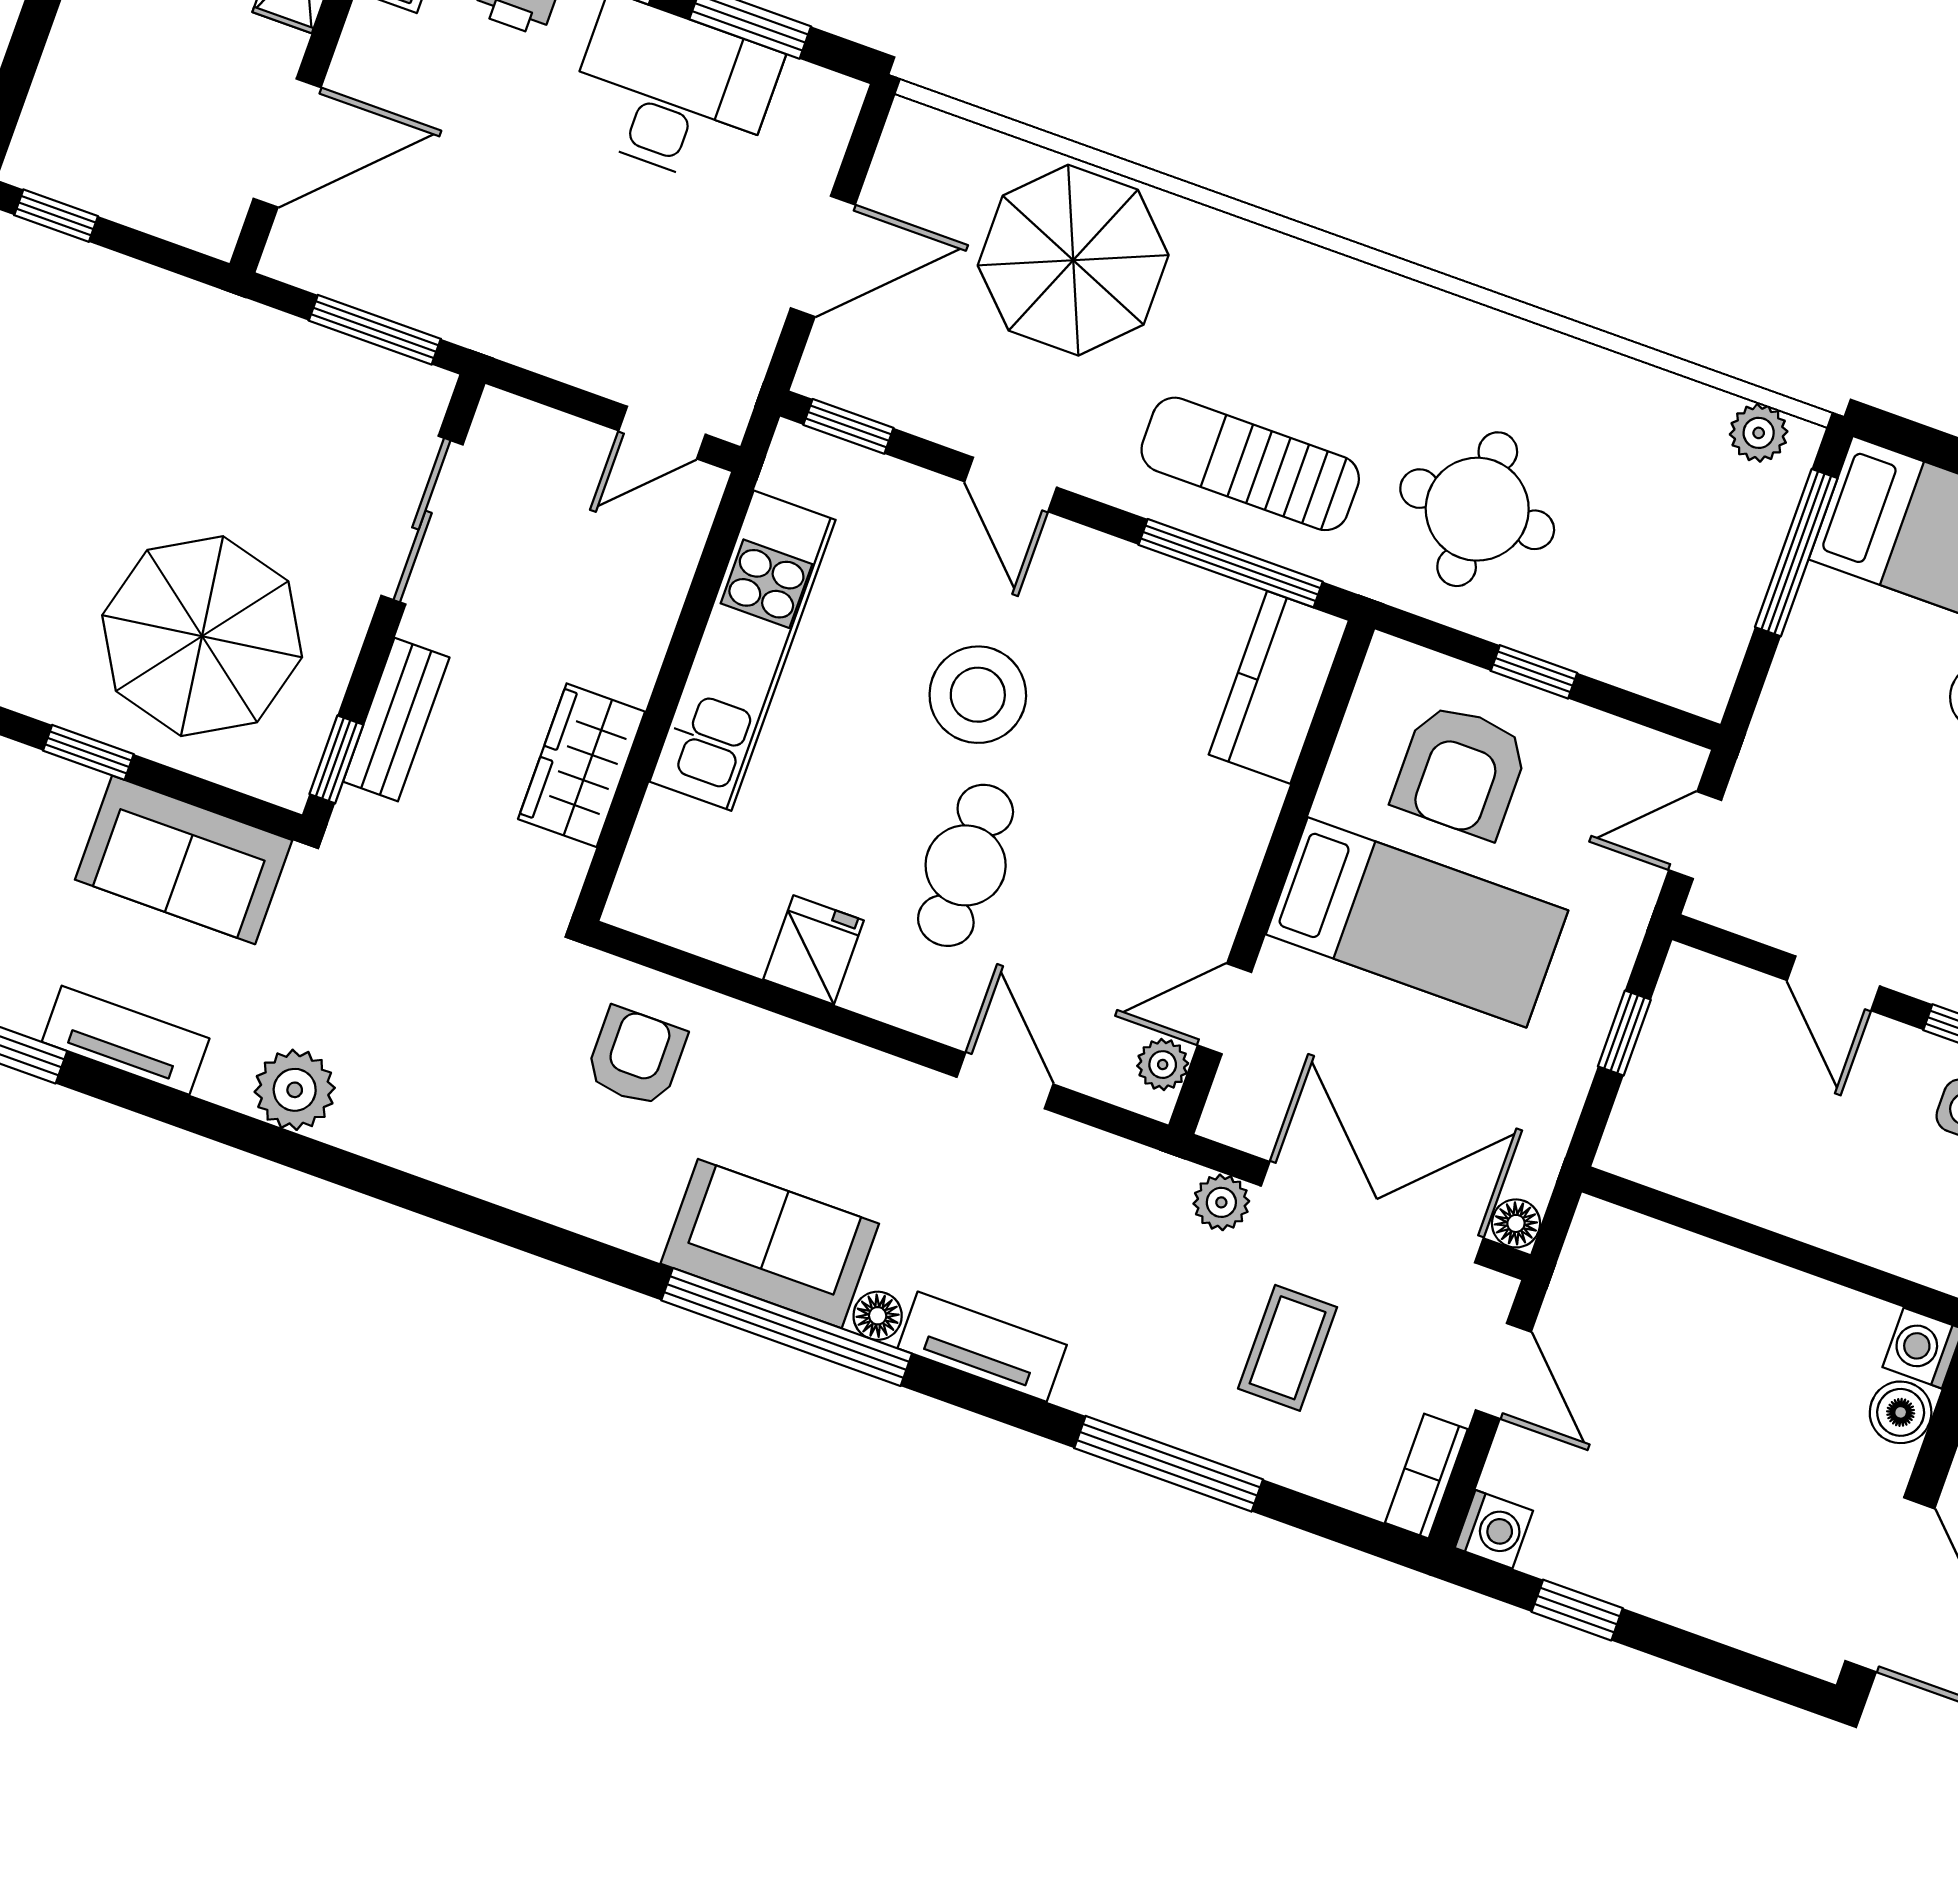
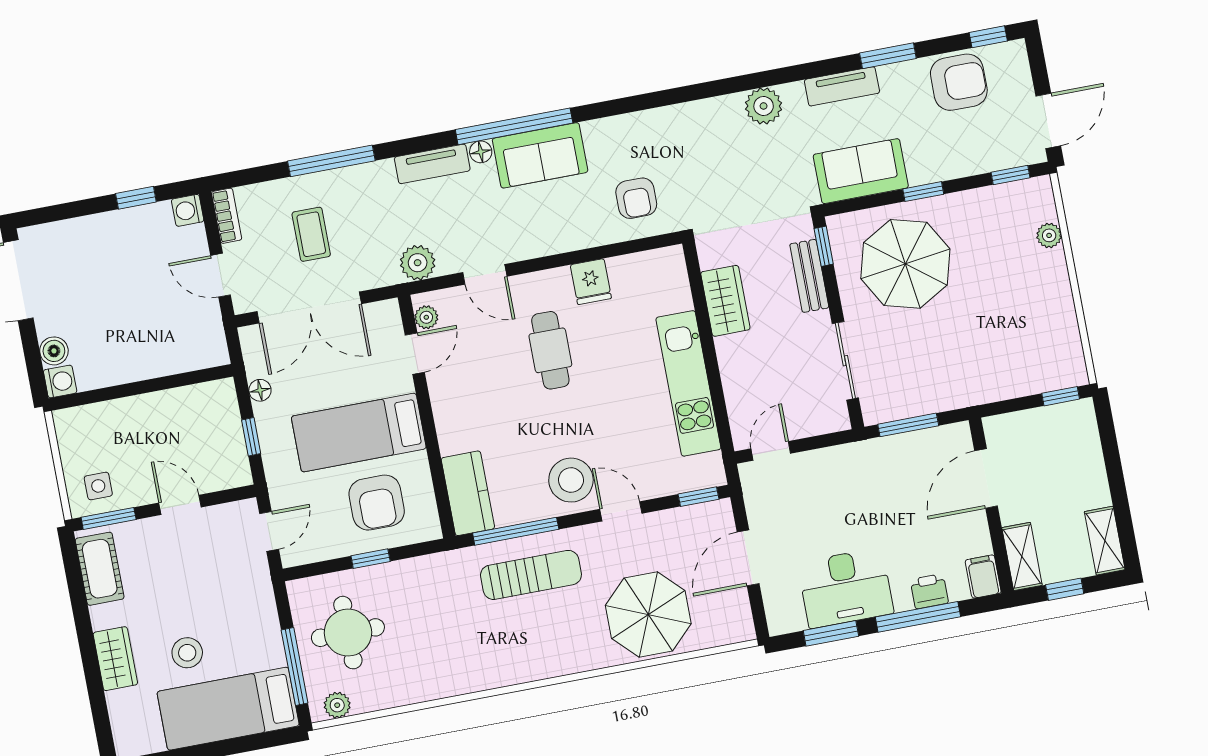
round table: (1477, 509) -> (348, 633), moved
stool: (978, 695) -> (571, 480), moved
armchair: (1461, 771) -> (377, 503), turned 180
plant: (1221, 1202) -> (418, 263), moved, width x1.38, depth x1.38
floor lamp: (1516, 1223) -> (260, 390), moved

